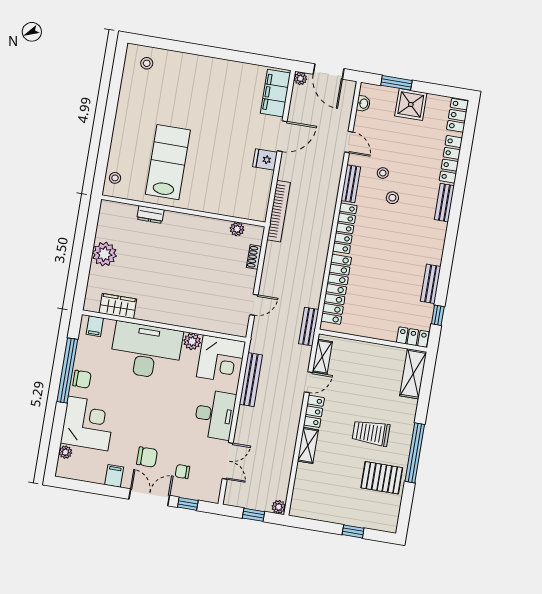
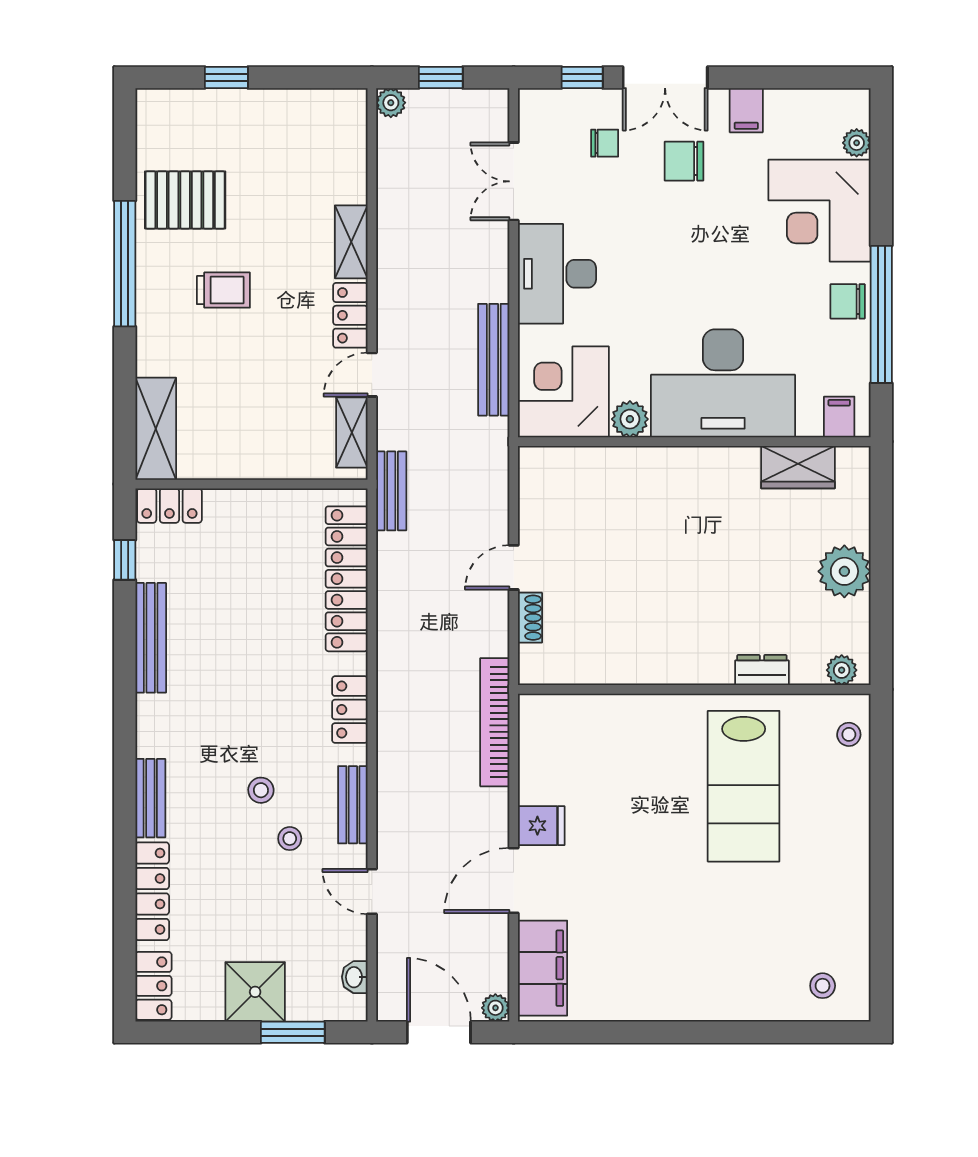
locker: (345, 228) -> (350, 710), width x0.66
plant: (237, 229) -> (842, 670), moved
bench: (431, 284) -> (151, 638), width x1.36
door: (254, 305) -> (514, 567), moved
trolley: (371, 433) -> (223, 290), width x0.73, depth x0.72

